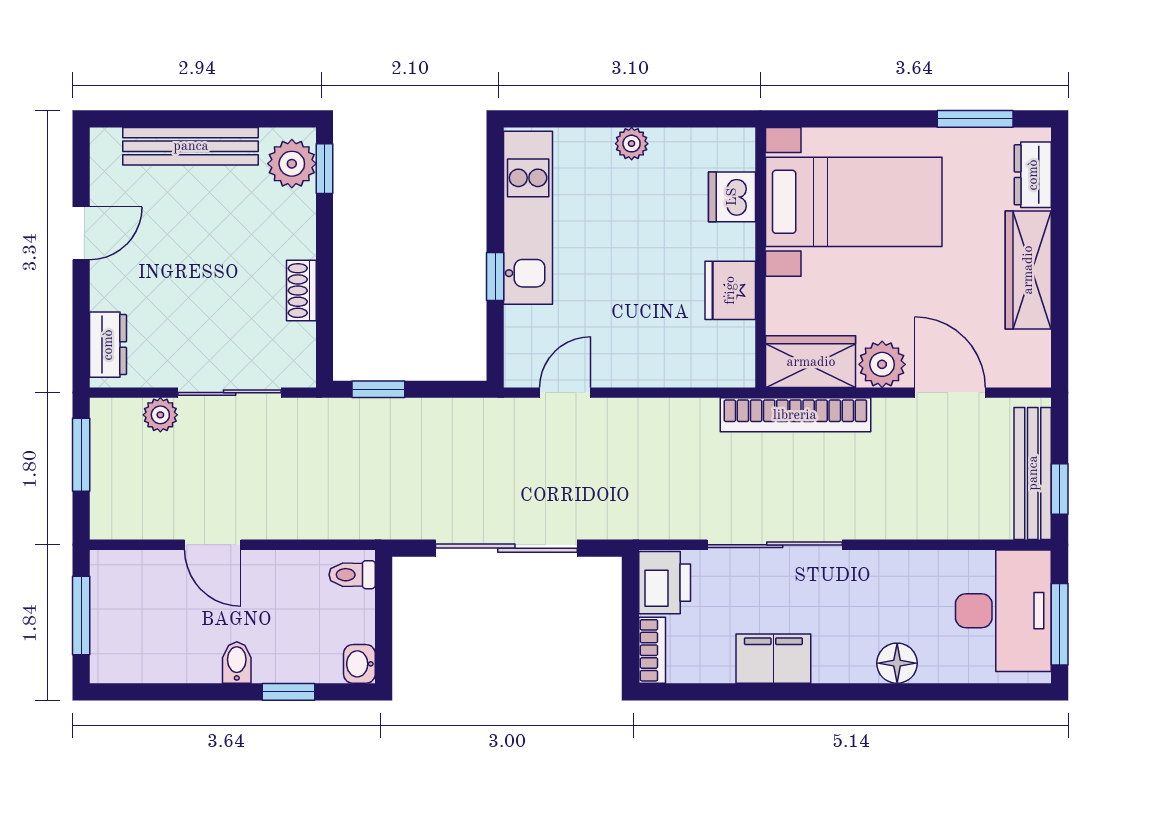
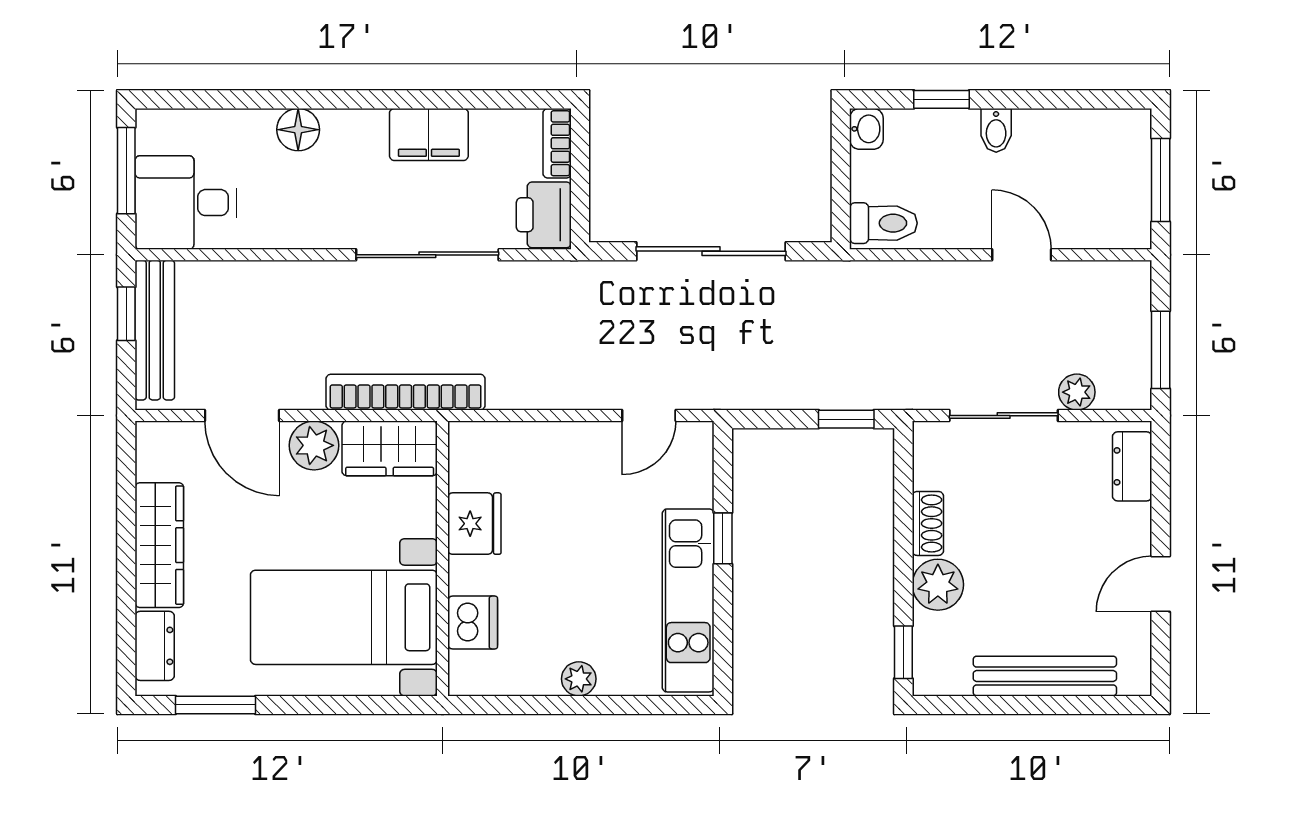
plant: (292, 164) -> (938, 585), moved
toilet: (352, 575) -> (883, 223), width x1.37, depth x1.39
desk: (1003, 611) -> (186, 203), width x0.73

